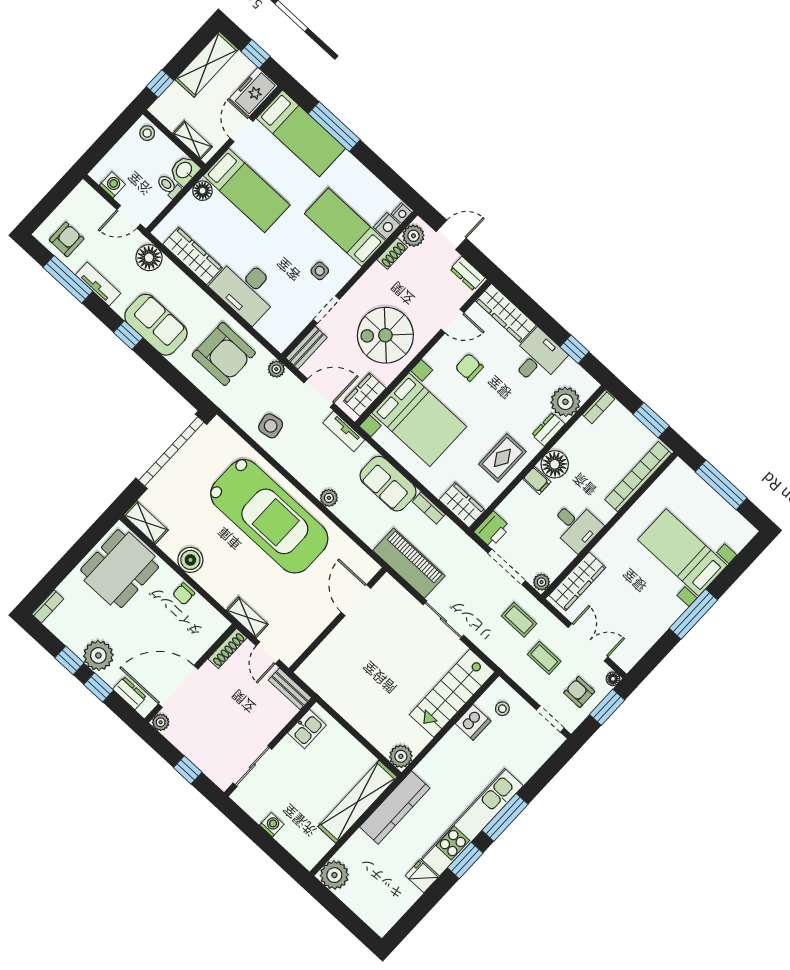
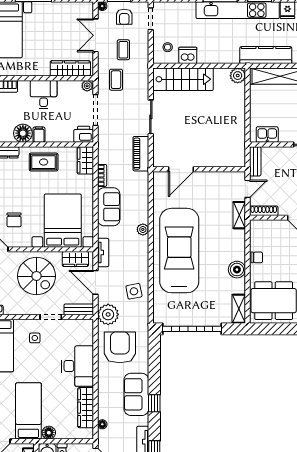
floor lamp: (149, 258) -> (102, 424), width x0.53, depth x0.53
plant: (276, 369) -> (108, 314), width x1.88, depth x1.88
piano: (409, 563) -> (141, 154), width x0.73, depth x0.75

